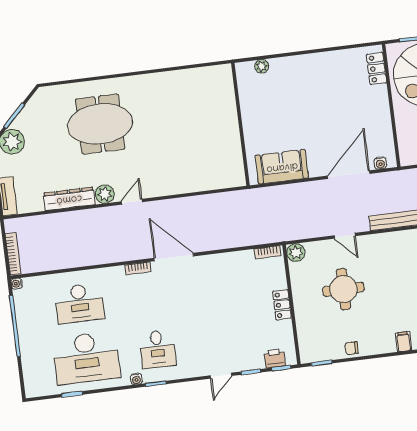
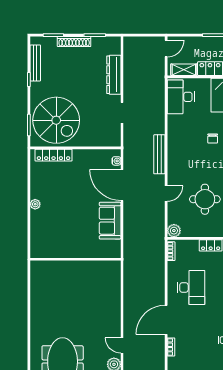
plant: (262, 66) -> (35, 204), moved
locker: (377, 69) -> (54, 155), width x1.53
sofa: (282, 167) -> (110, 221), moved
desk: (222, 286) -> (191, 287), added

